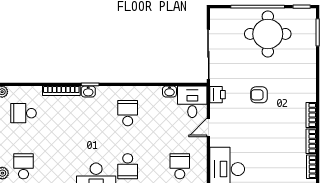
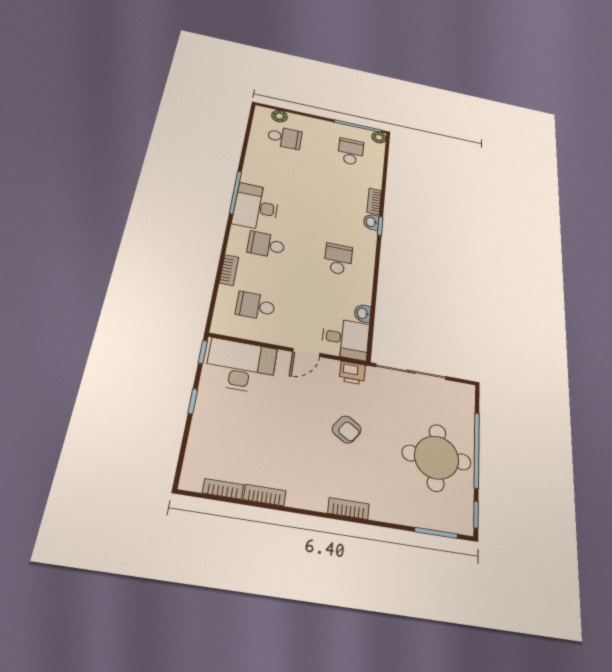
bookcase: (61, 91) -> (374, 201), width x0.64
armchair: (259, 95) -> (347, 429), turned 124
school desk: (128, 113) -> (338, 259), turned -90
bookcase: (311, 115) -> (348, 509), moved
door: (208, 127) -> (306, 352), swing flipped
school desk: (180, 166) -> (256, 306), turned 180

